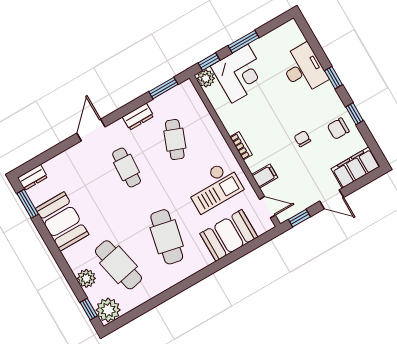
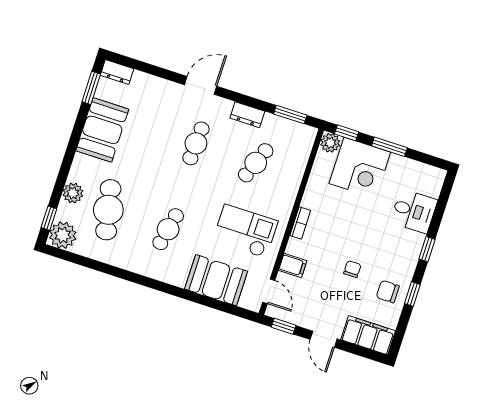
desk: (304, 69) -> (414, 211), width x0.73
checkout: (214, 187) -> (245, 231), turned 180
cafe table: (167, 237) -> (168, 229), width x0.73, depth x0.74

